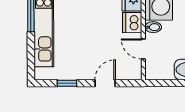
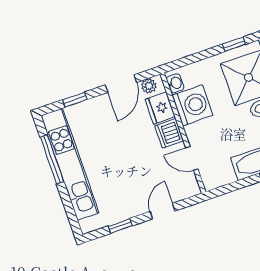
bidet: (153, 27) -> (194, 130), removed

